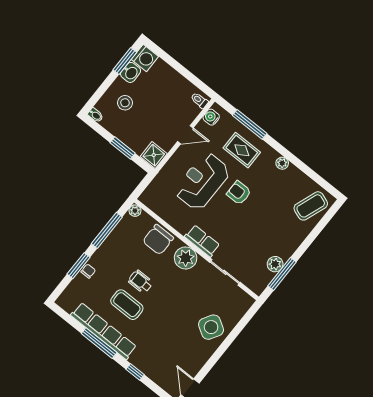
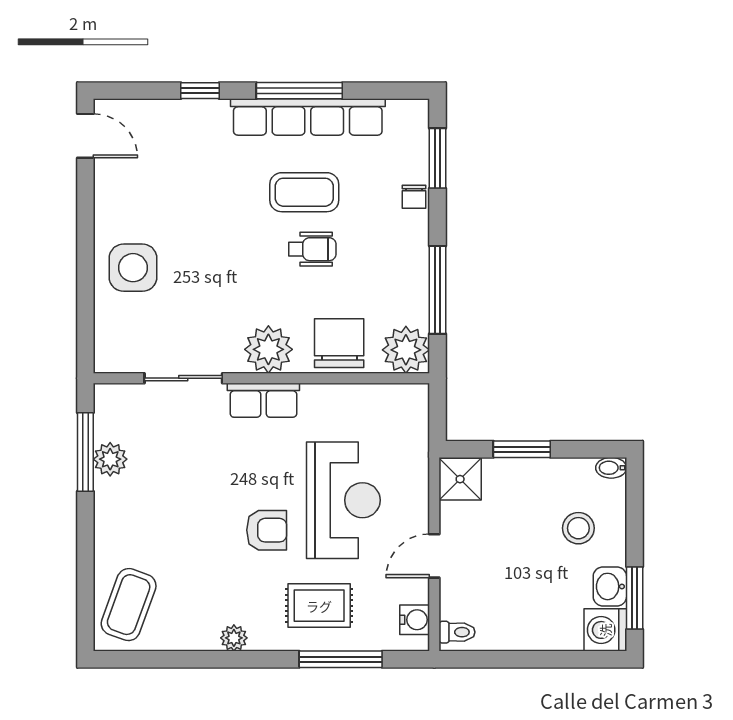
plant: (135, 211) -> (406, 350), width x1.87, depth x1.87
window: (78, 266) -> (438, 158), moved
side table: (211, 327) -> (133, 268), turned -31

